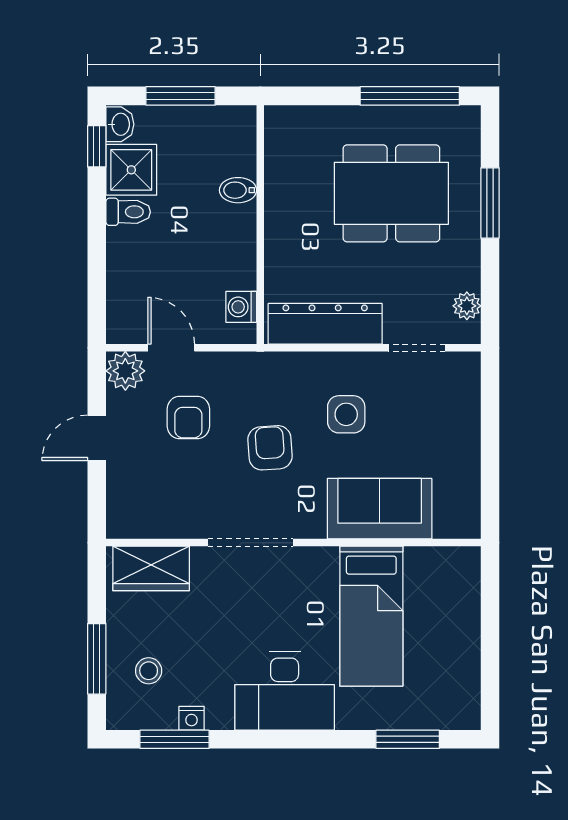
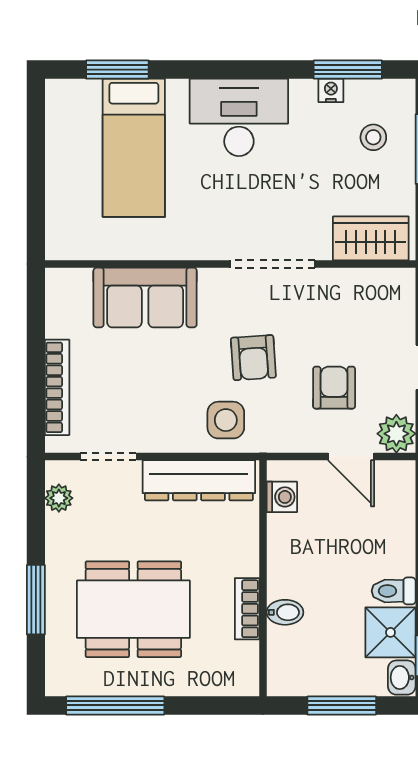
bookcase: (276, 194) -> (247, 609), added
side table: (346, 414) -> (226, 420), moved
bookcase: (469, 418) -> (57, 387), added
bed: (371, 616) -> (134, 148), moved, turned 180

